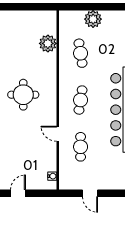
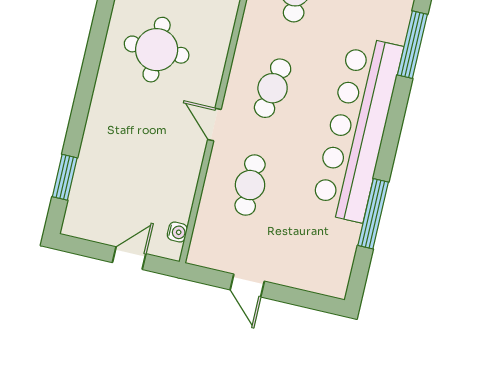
door: (58, 134) -> (214, 124), moved
door: (18, 193) -> (129, 258), moved

